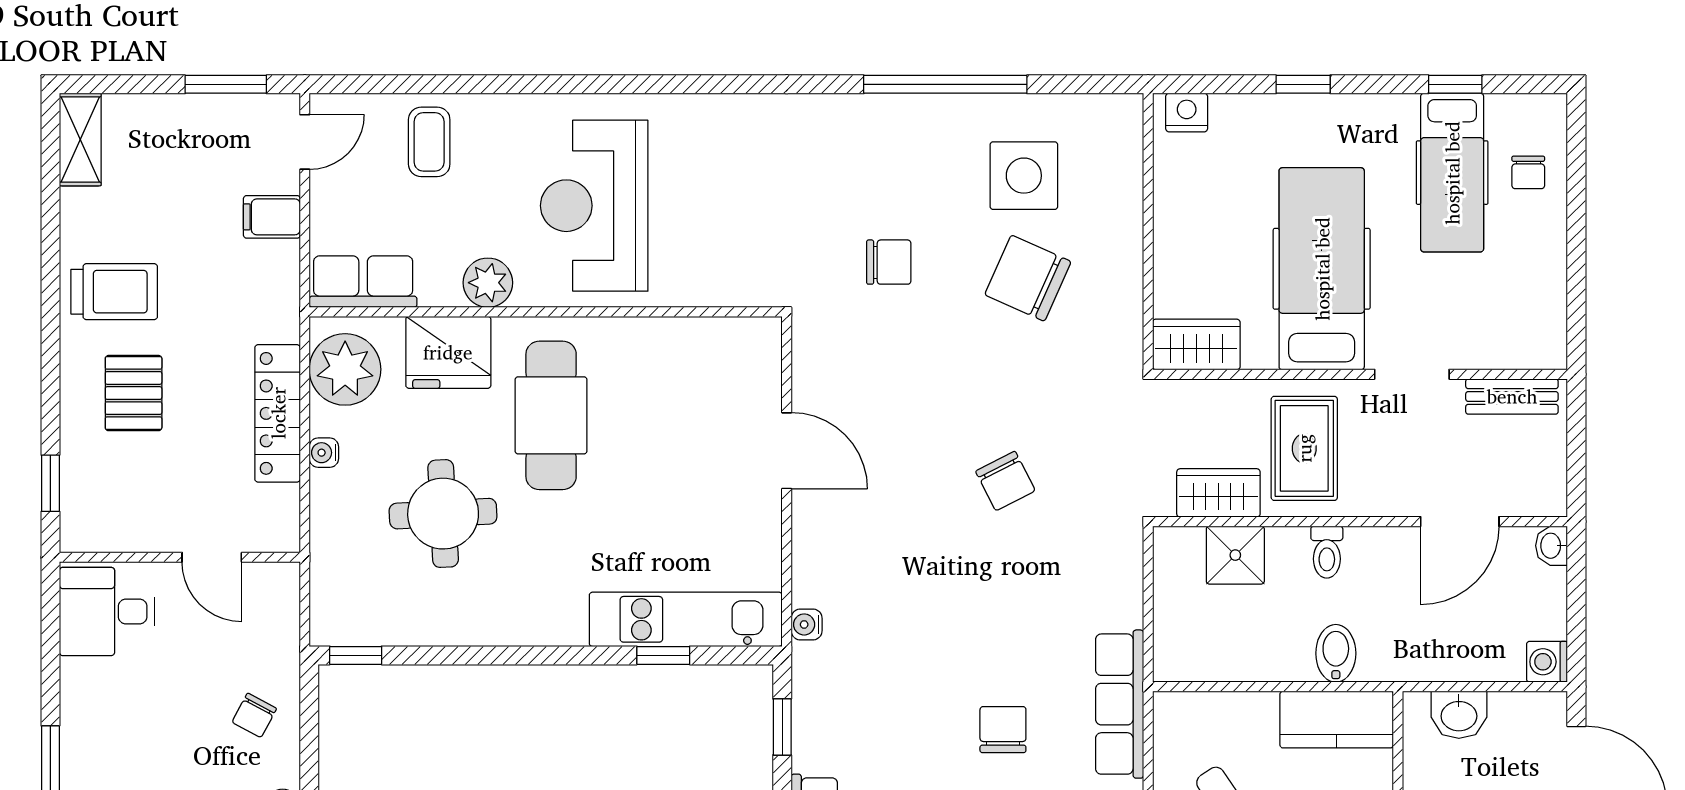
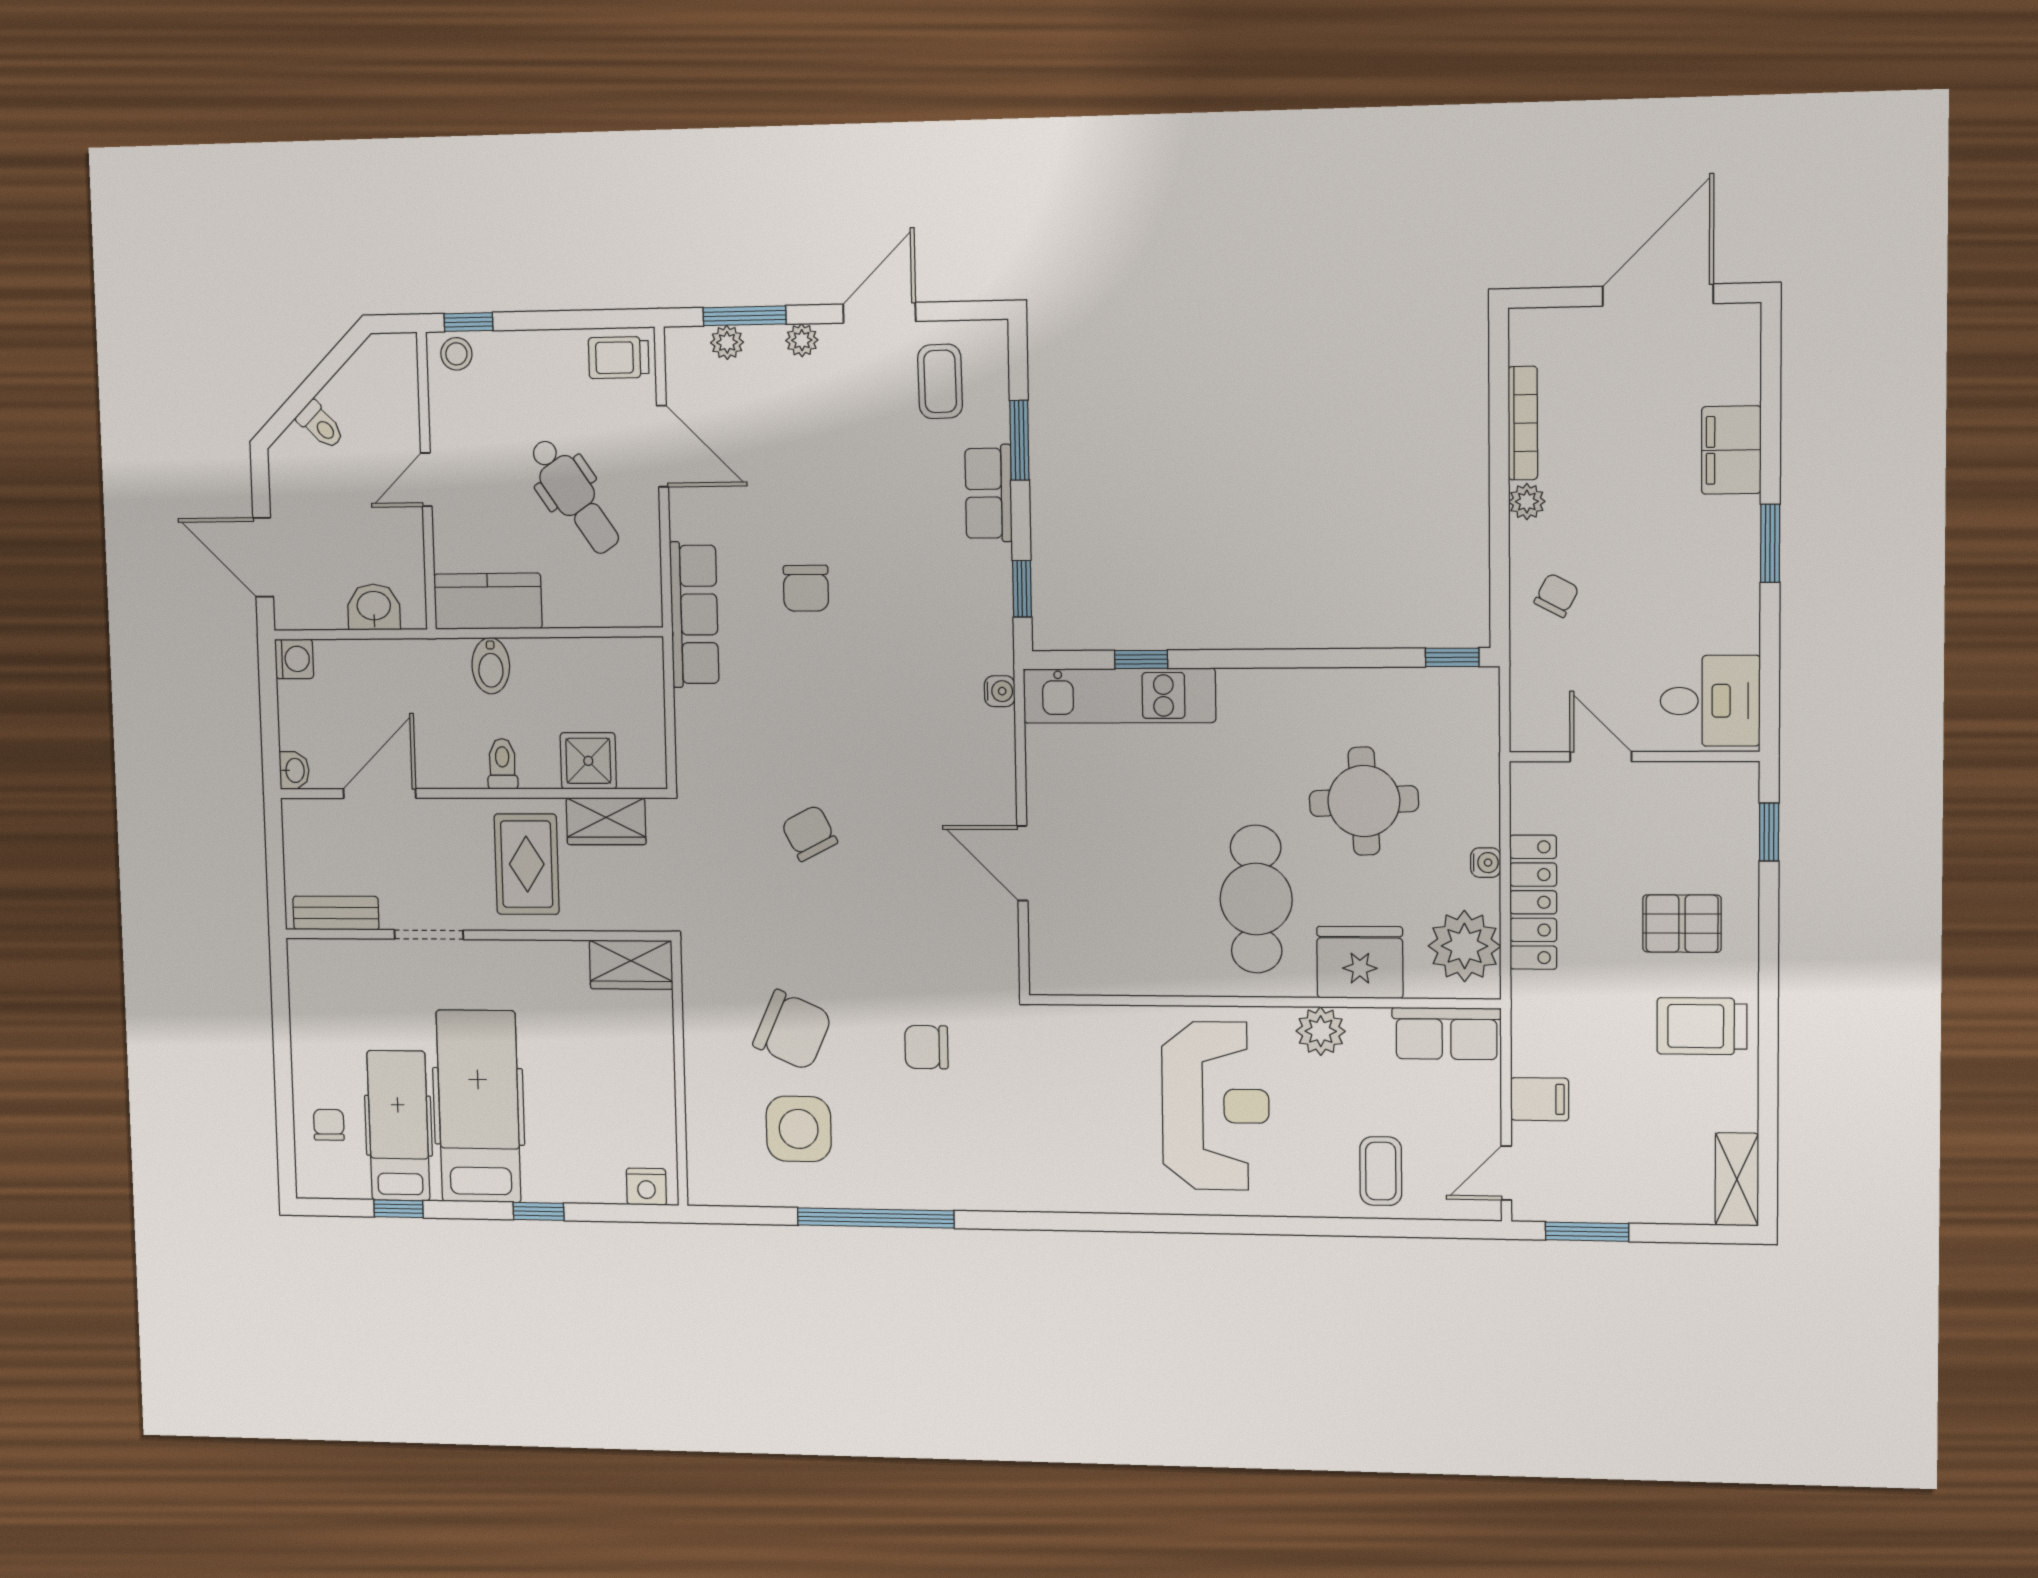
hospital bed: (1322, 269) -> (479, 1106), moved, turned 180
pallet: (134, 393) -> (1682, 924), turned 90

